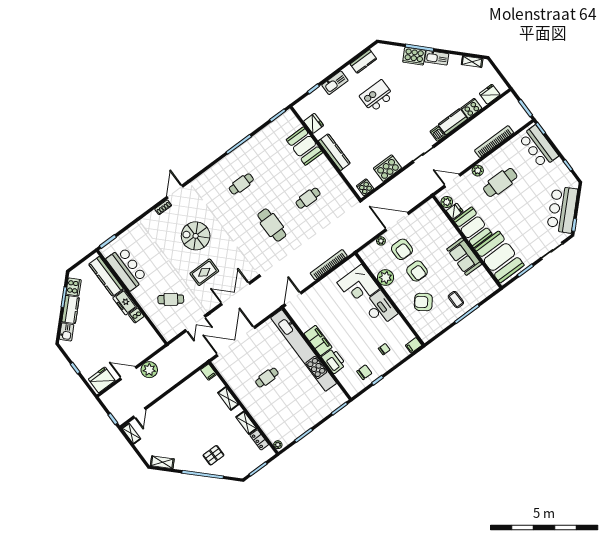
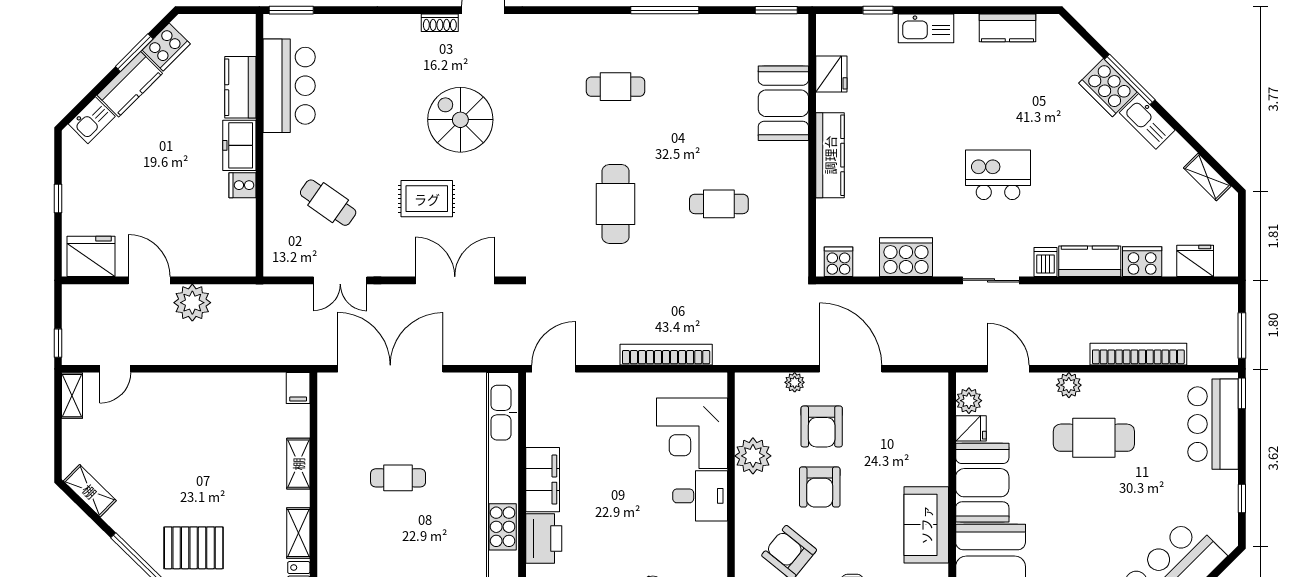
kitchen island: (377, 96) -> (998, 175), moved
kitchen counter: (106, 276) -> (240, 87), width x0.67
desk: (380, 309) -> (700, 496), width x0.73
pallet: (213, 455) -> (194, 548), width x1.50, depth x1.42

